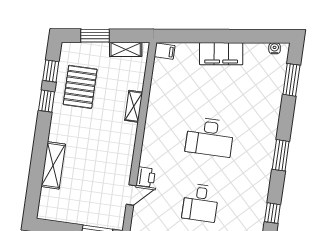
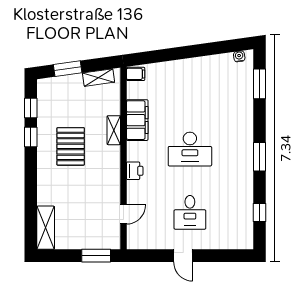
filing cabinet: (221, 54) -> (137, 120), moved, turned -82
pallet: (80, 87) -> (71, 146), moved
shelving: (53, 165) -> (46, 228), moved
printer: (146, 177) -> (135, 171), moved

